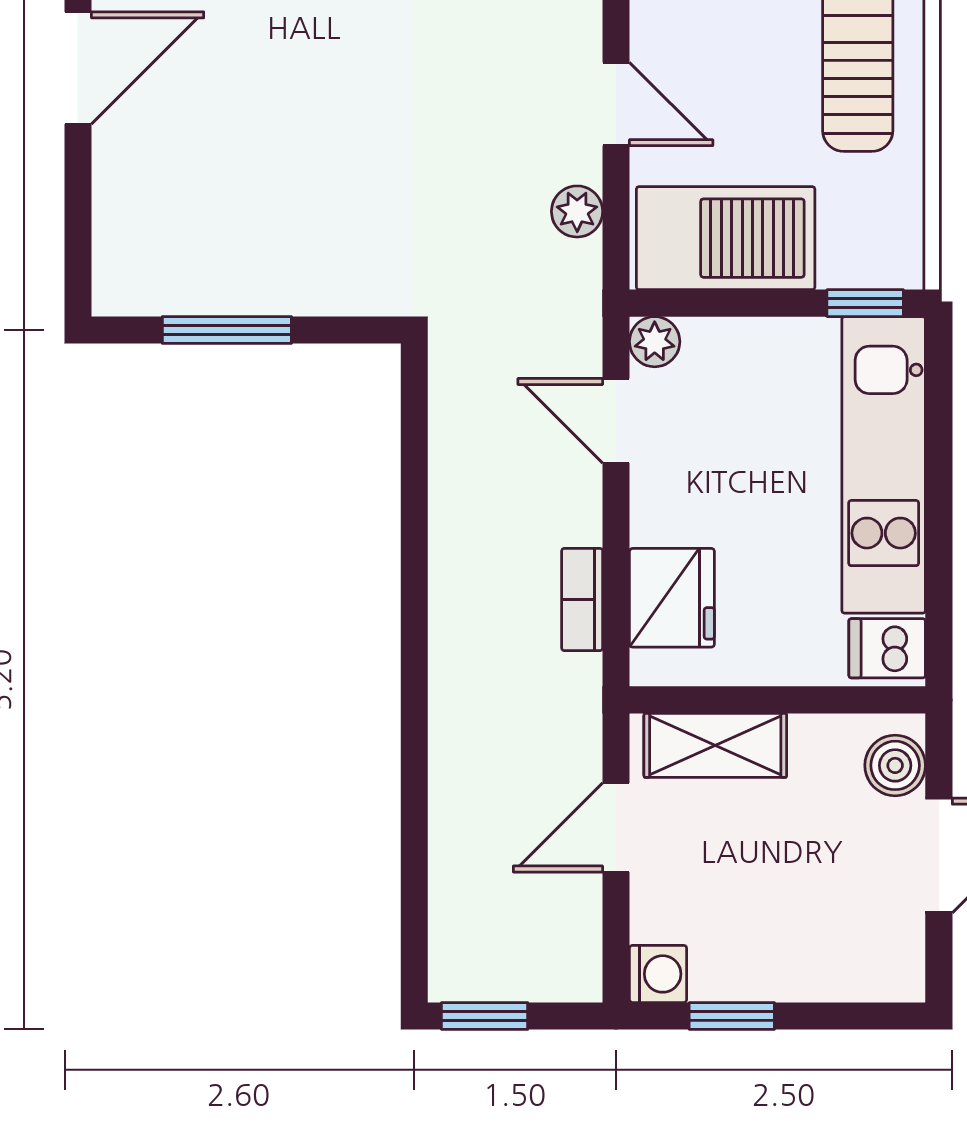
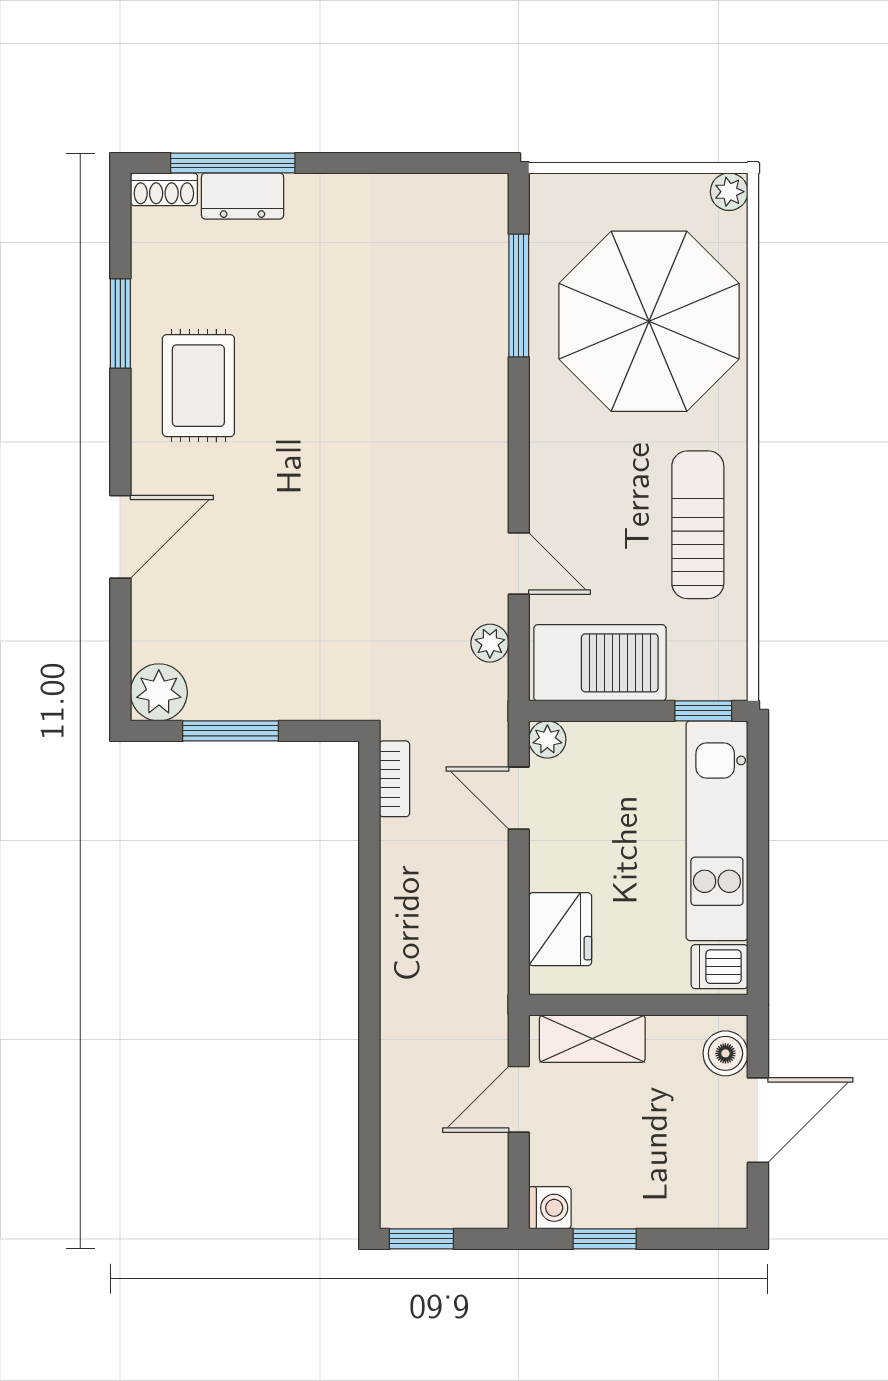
plant: (130, 278) -> (159, 692), added
bookcase: (582, 599) -> (394, 779), moved, turned 180

